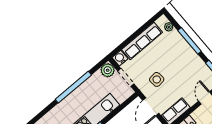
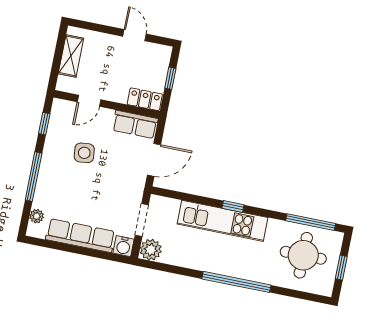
side table: (157, 79) -> (84, 153), moved
window: (73, 87) -> (236, 282), moved

